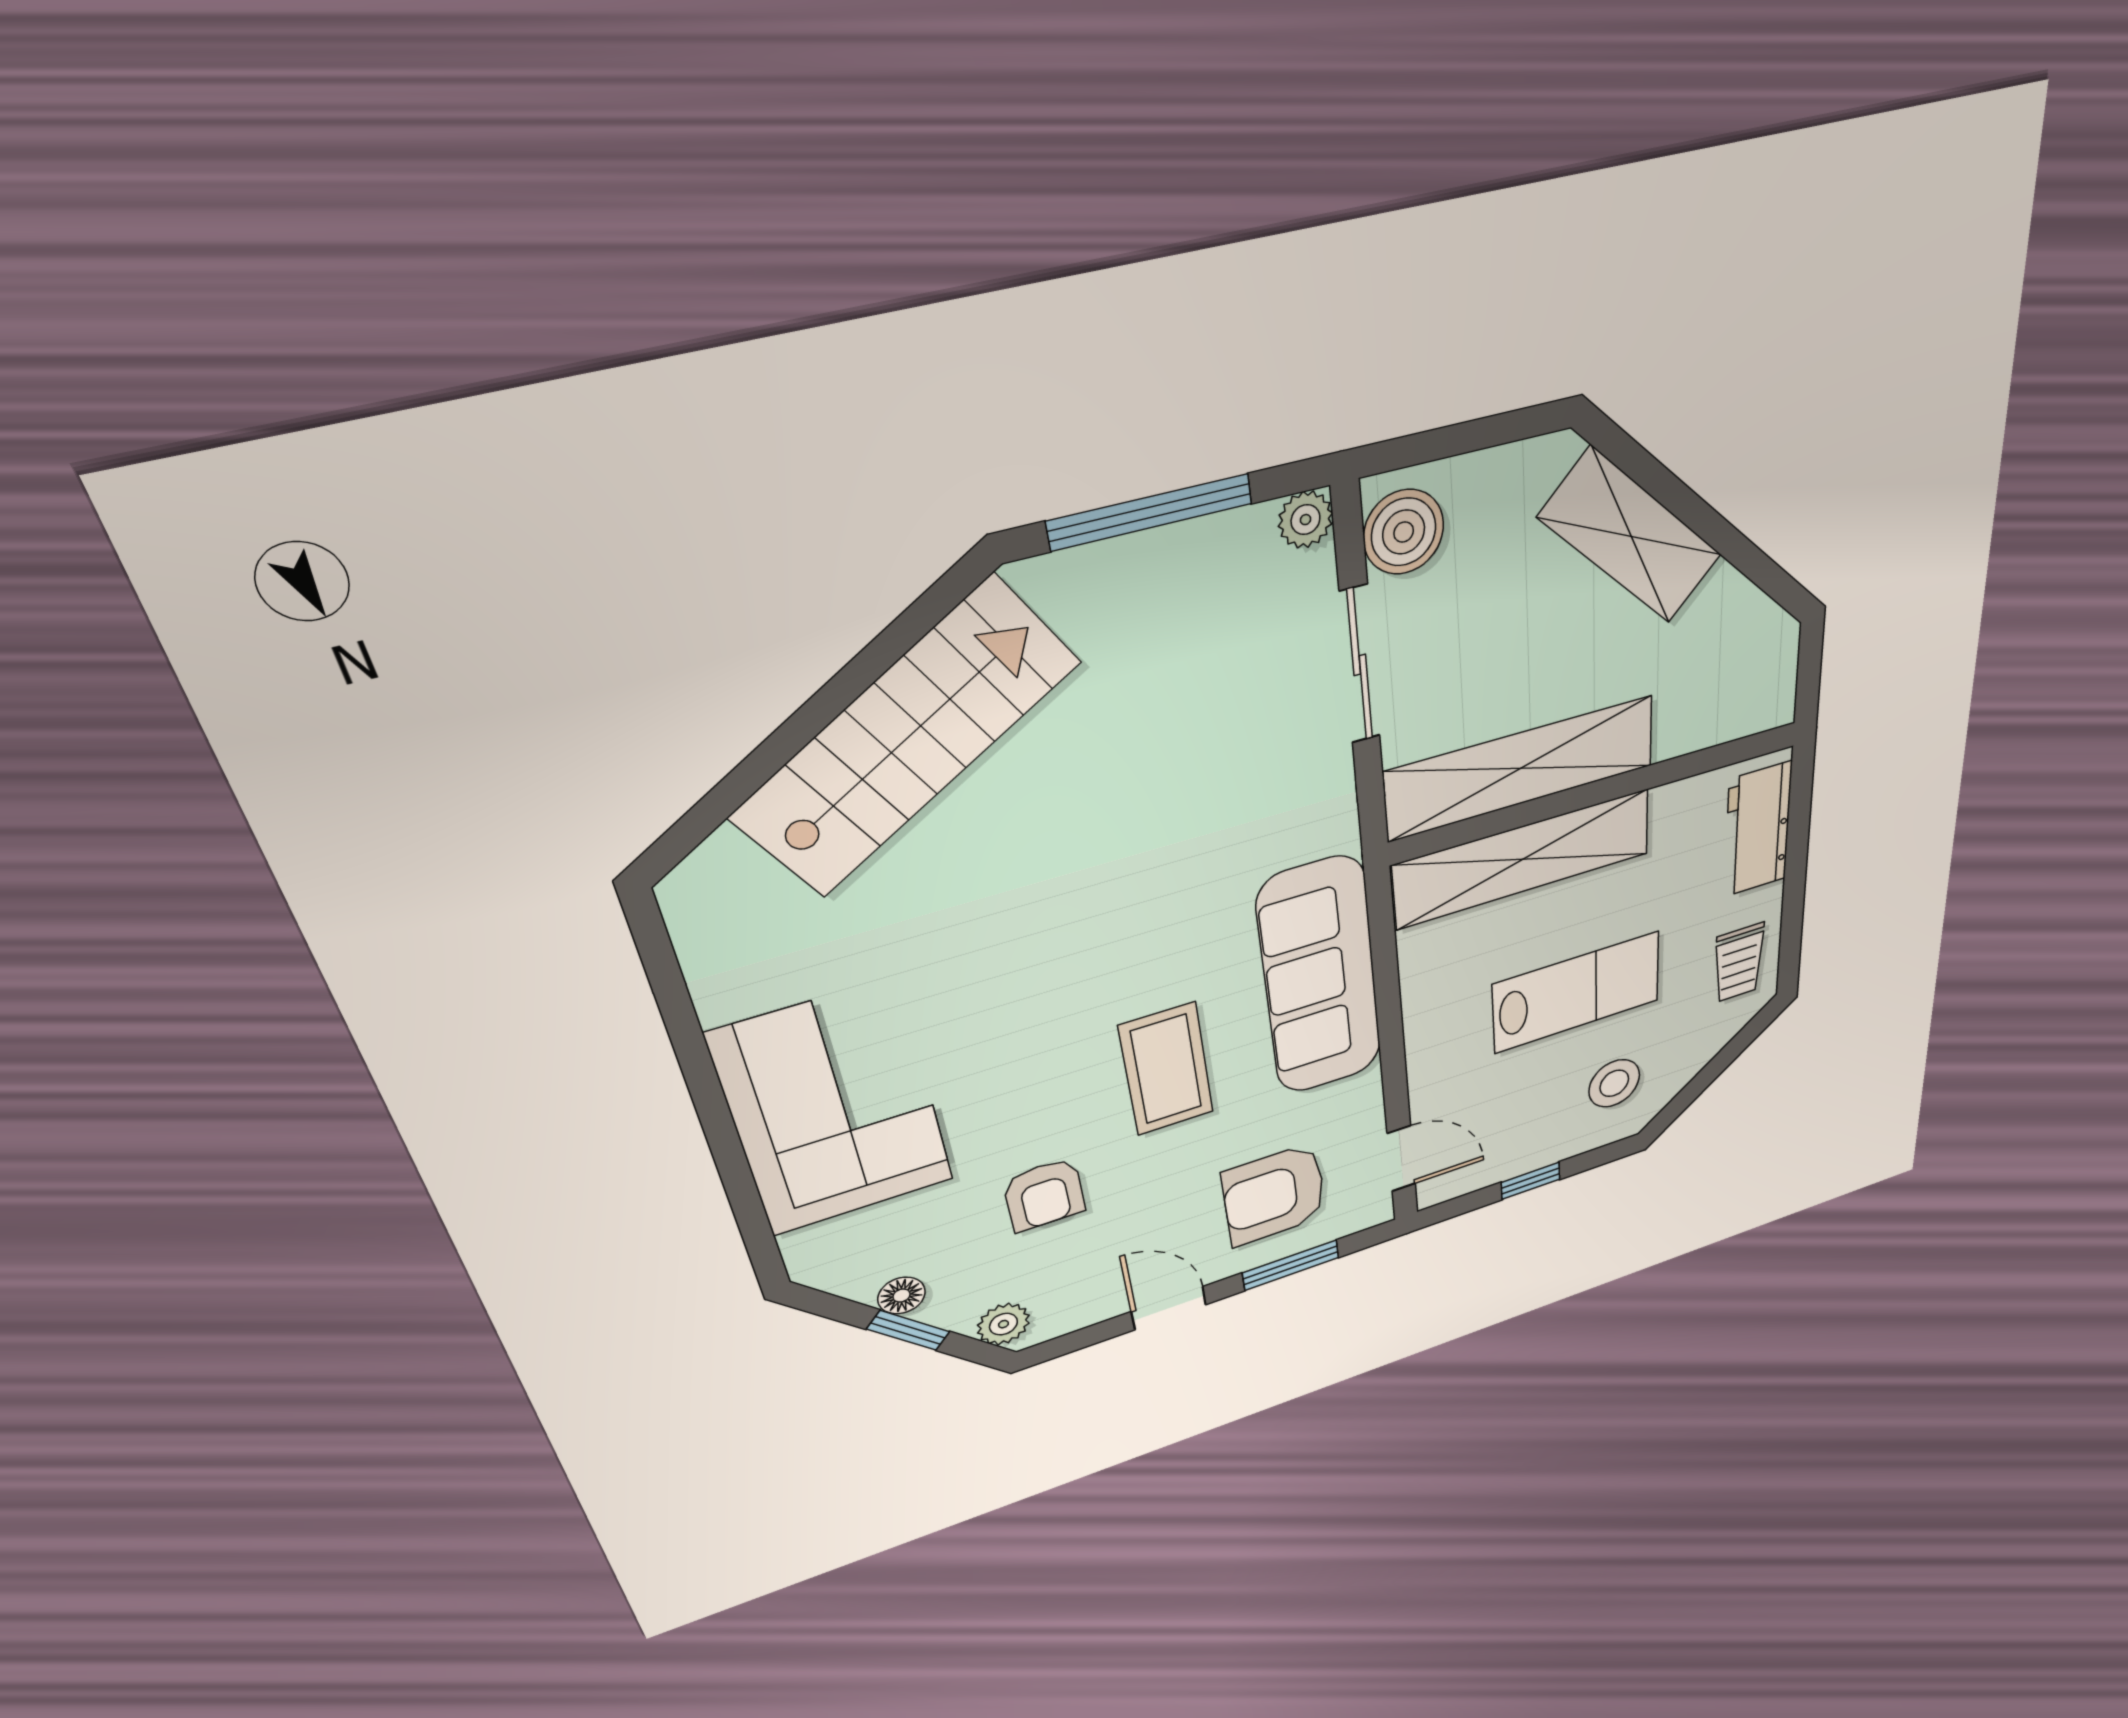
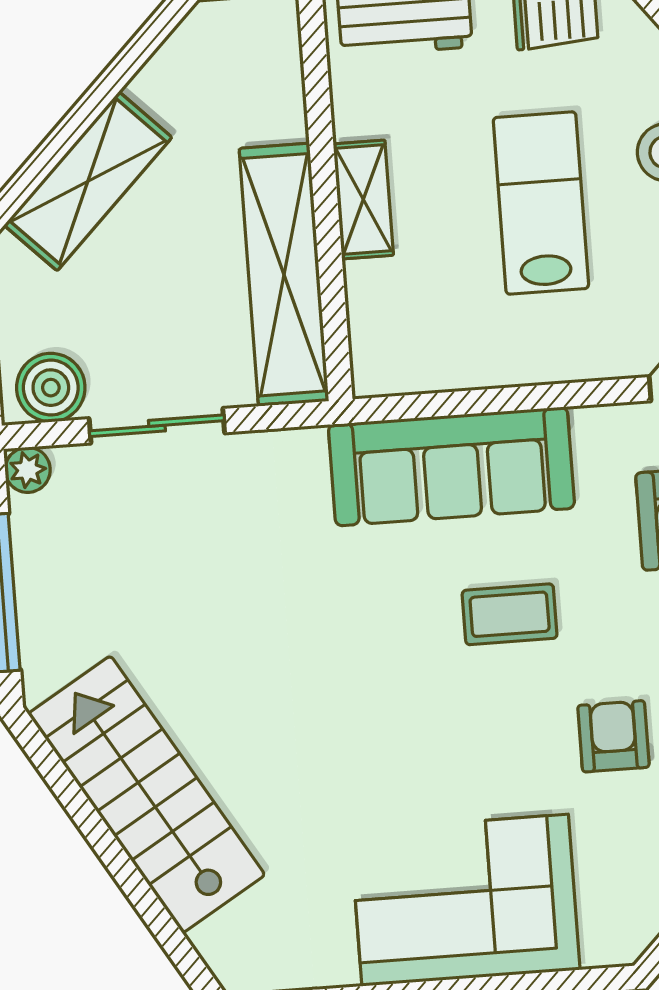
shelving: (1523, 859) -> (363, 200), width x0.45, depth x0.75
coffee table: (1166, 1069) -> (510, 614), width x0.73, depth x0.77
armchair: (1044, 1195) -> (613, 736), turned -90

